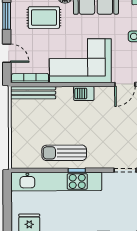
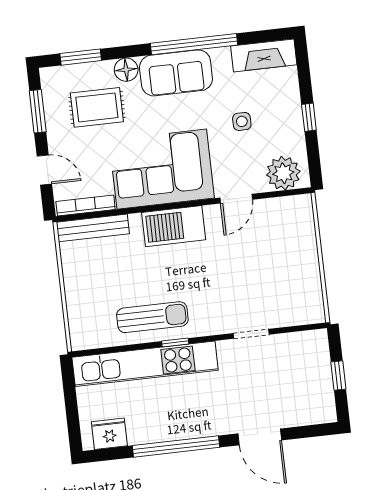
barbecue: (84, 93) -> (174, 226), width x1.88, depth x1.53
sun lounger: (64, 153) -> (152, 317), turned 180

